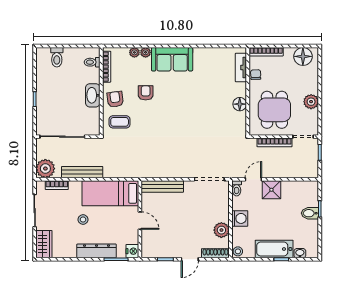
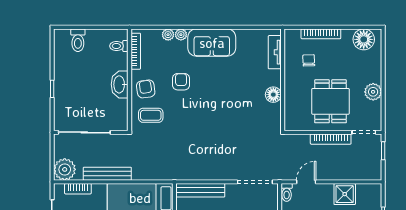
tv unit: (241, 68) -> (275, 52), moved
wall: (248, 91) -> (283, 80), moved
floor lamp: (240, 104) -> (273, 95), moved
shower: (271, 190) -> (345, 194), moved

